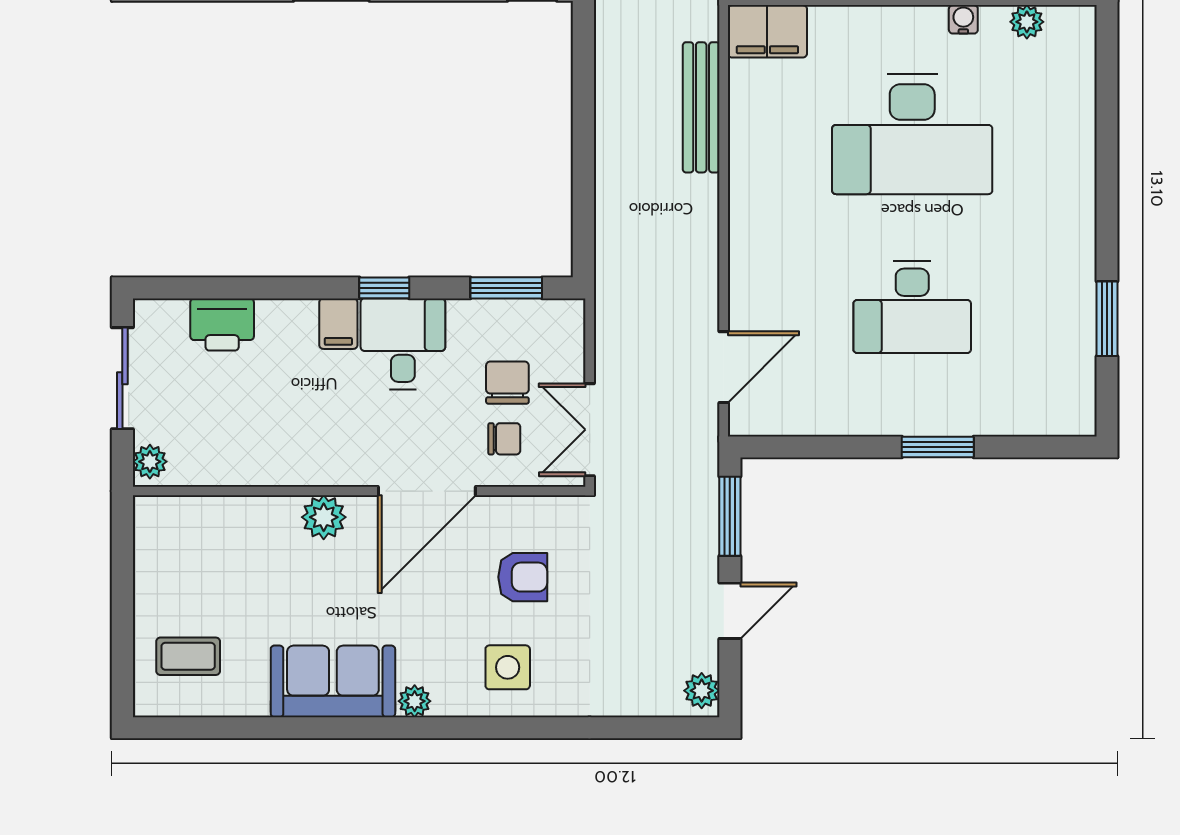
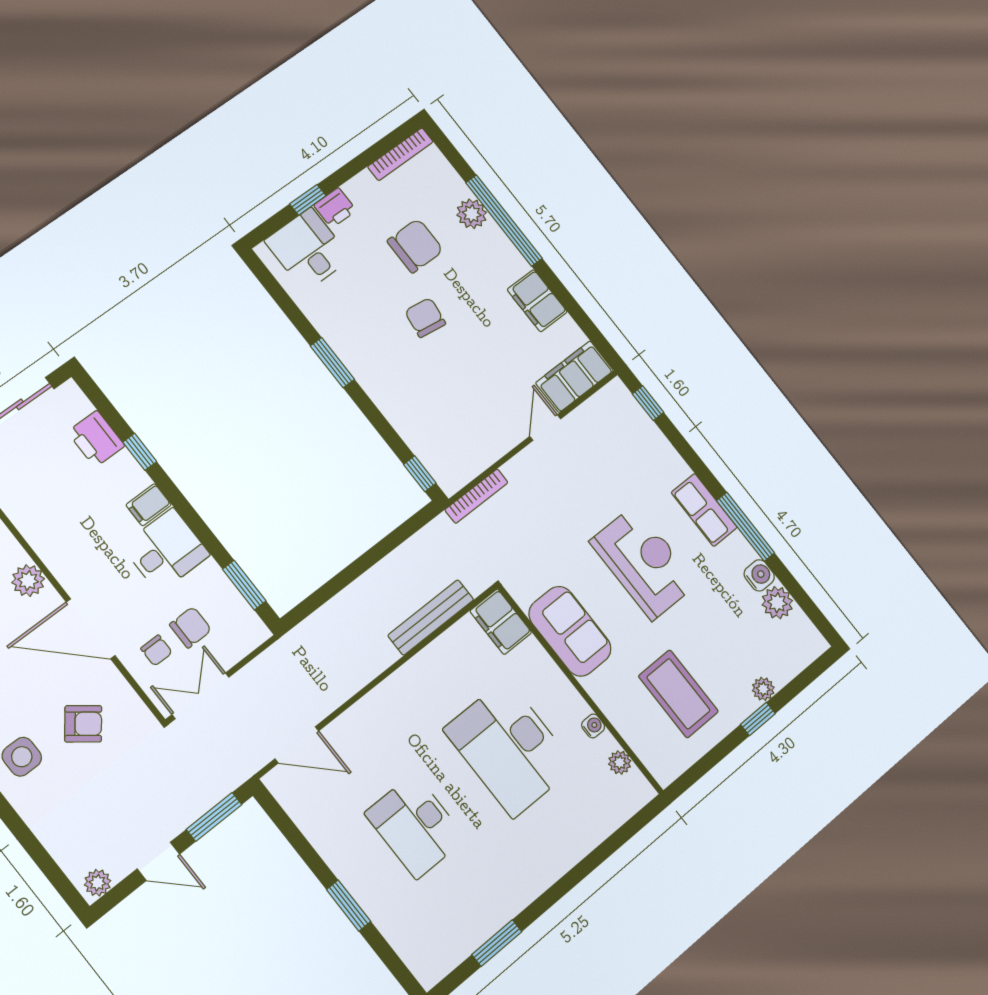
window: (384, 288) -> (140, 452), moved
armchair: (523, 577) -> (83, 724), turned -52

